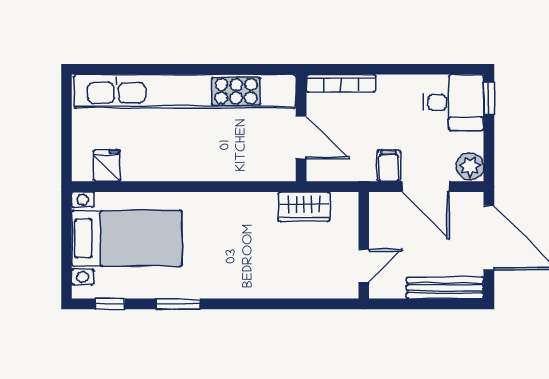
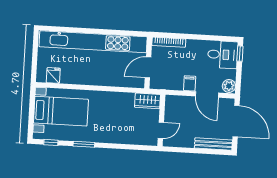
door: (301, 138) -> (148, 67), swing flipped
wall: (364, 245) -> (161, 120), moved
door: (364, 266) -> (161, 130), moved

